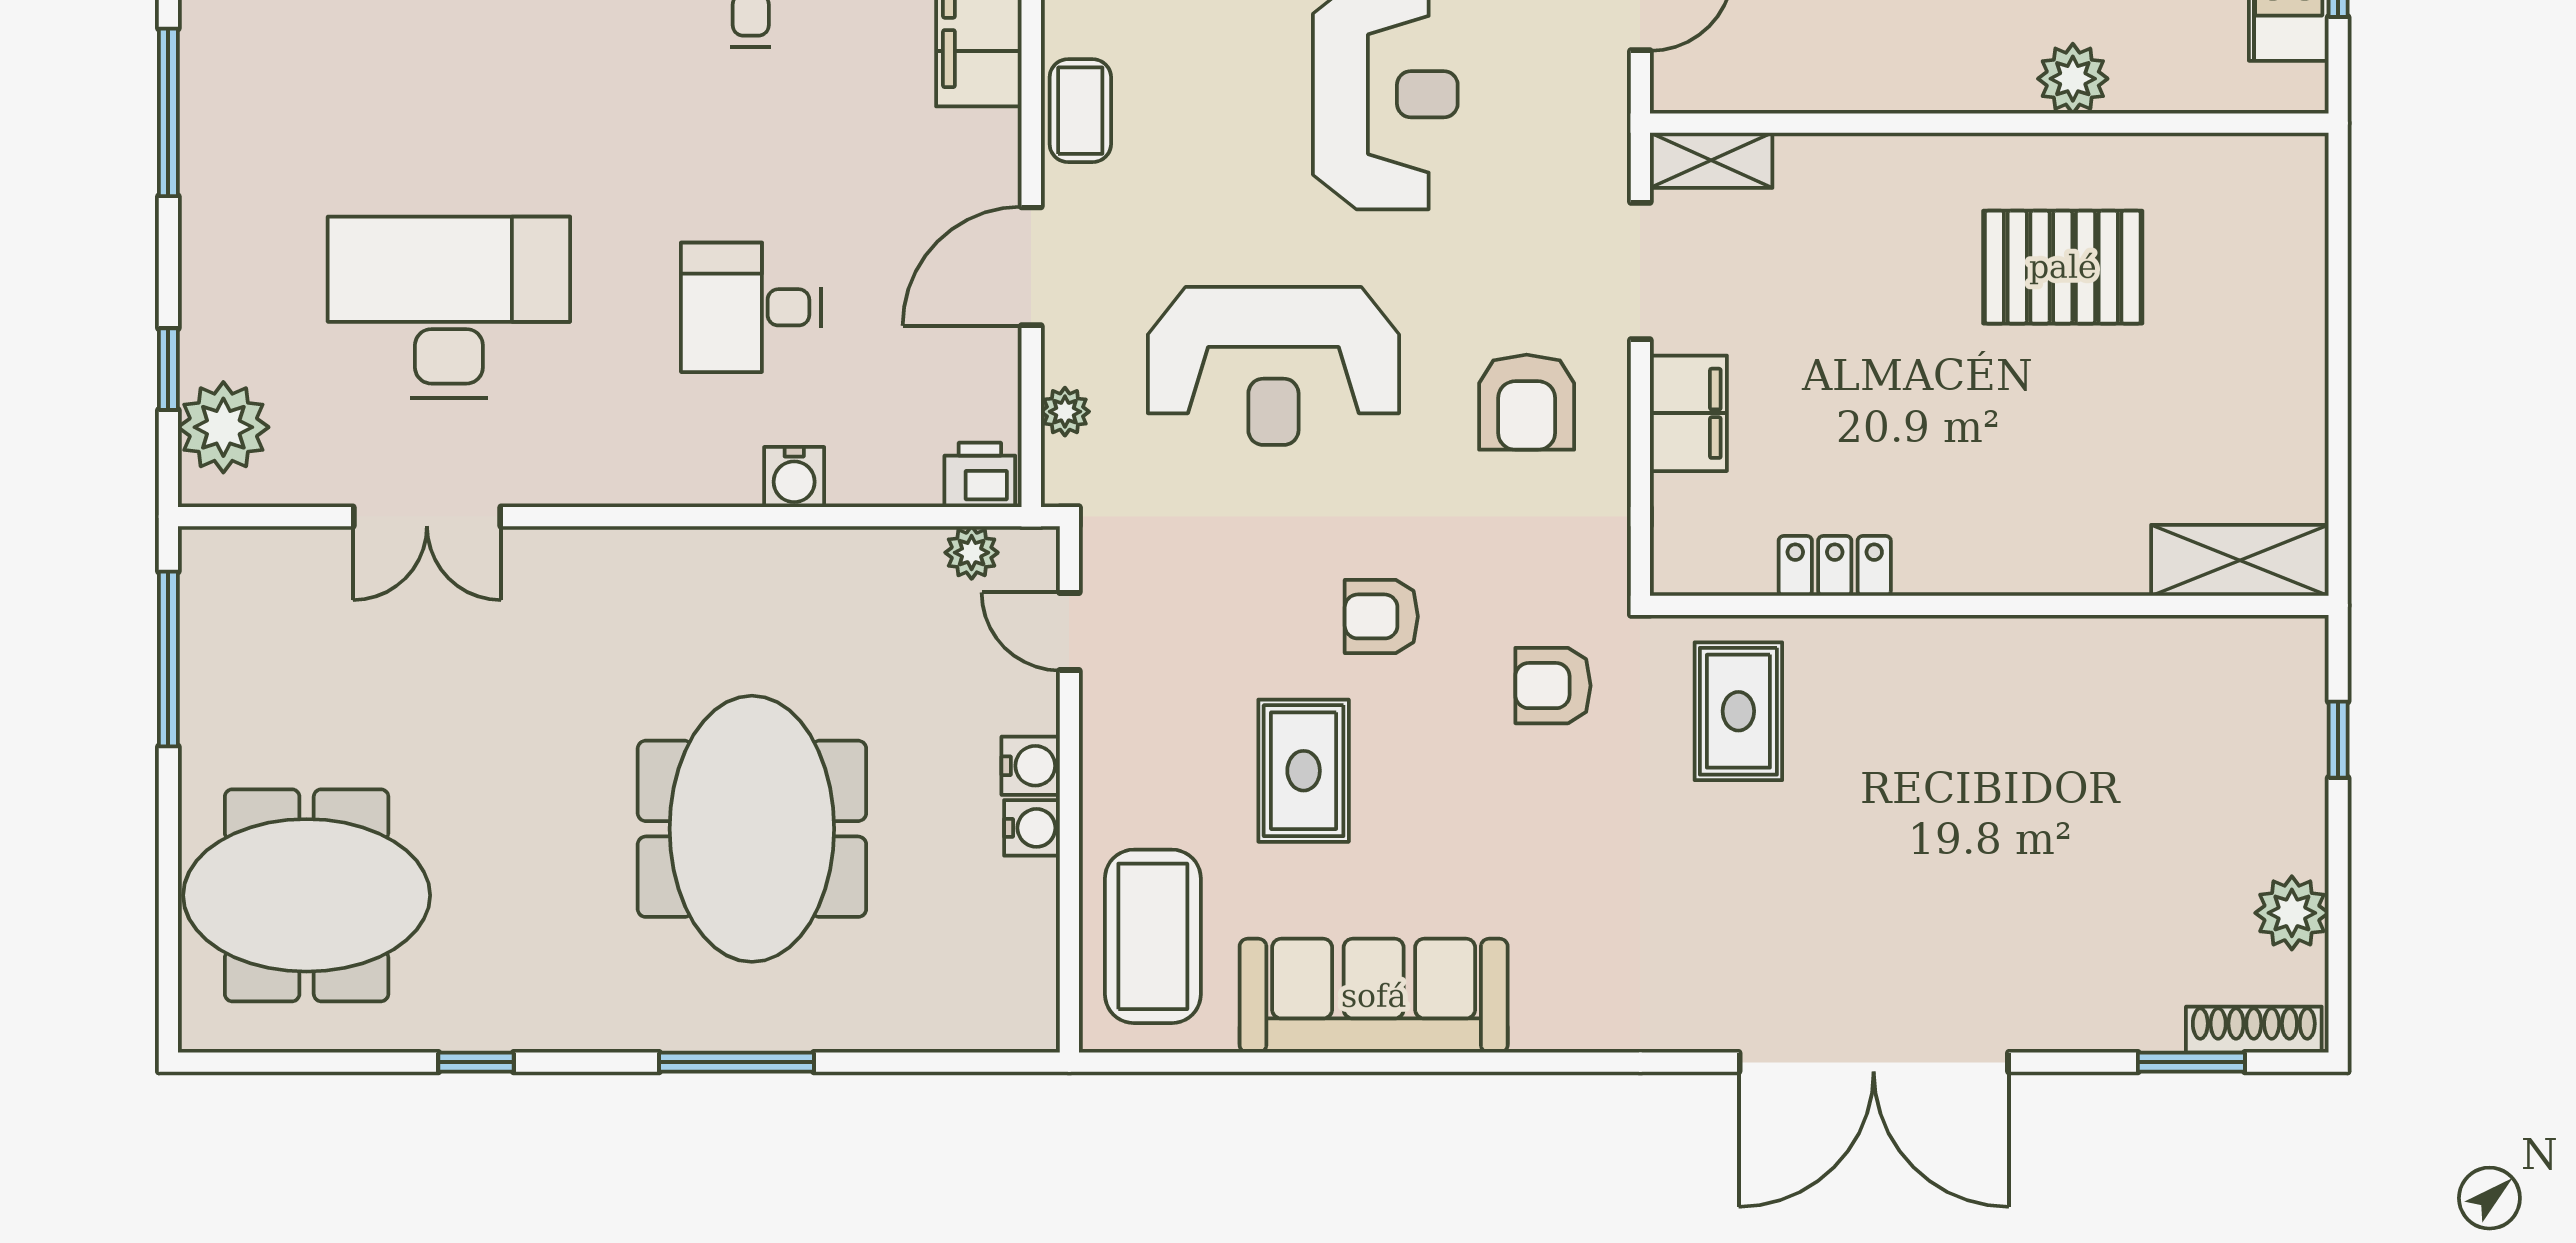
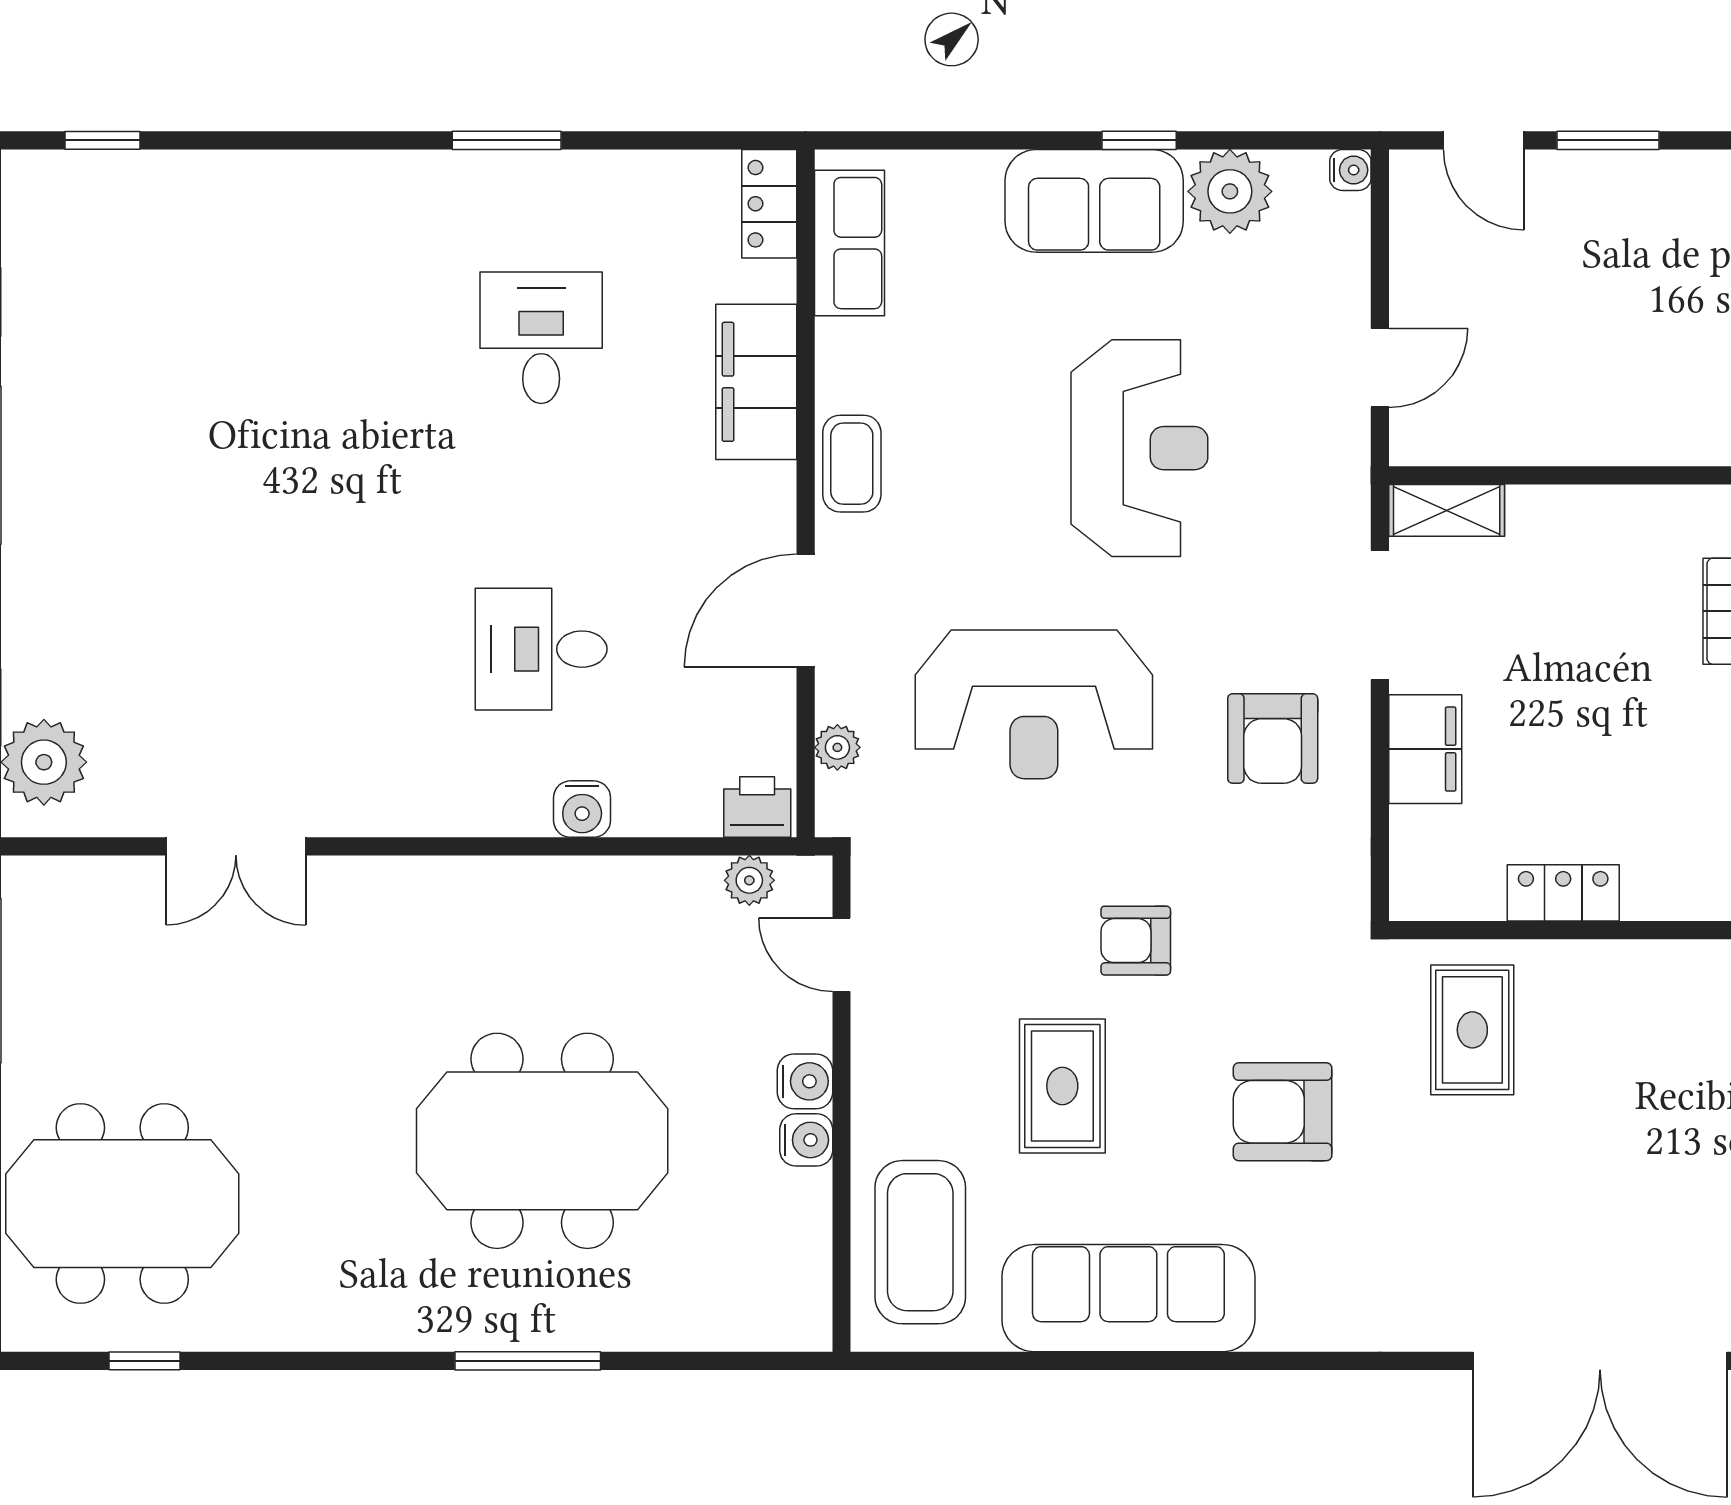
desk: (449, 307) -> (256, 649), removed
armchair: (1553, 686) -> (1283, 1112), moved, width x1.38, depth x1.38
meeting table: (752, 829) -> (542, 1141), turned 90
window: (476, 1062) -> (145, 1361), moved

